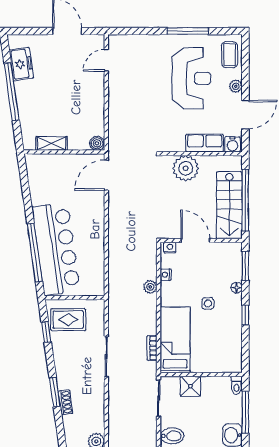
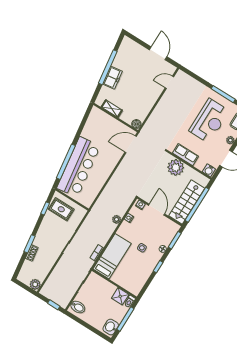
freezer: (21, 64) -> (113, 78), moved
row of seats: (205, 143) -> (185, 155), moved
shower: (190, 386) -> (120, 296), moved

